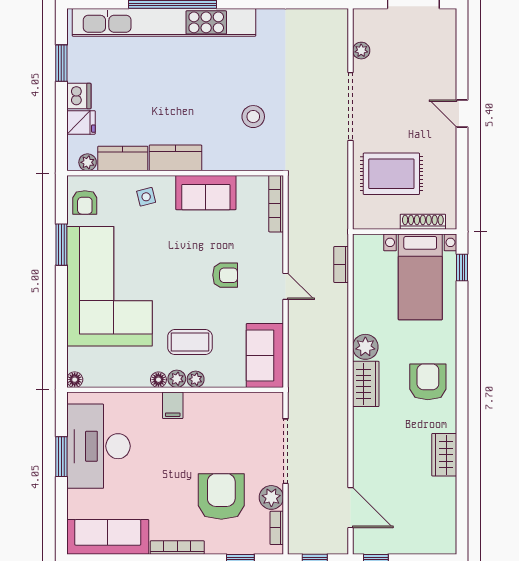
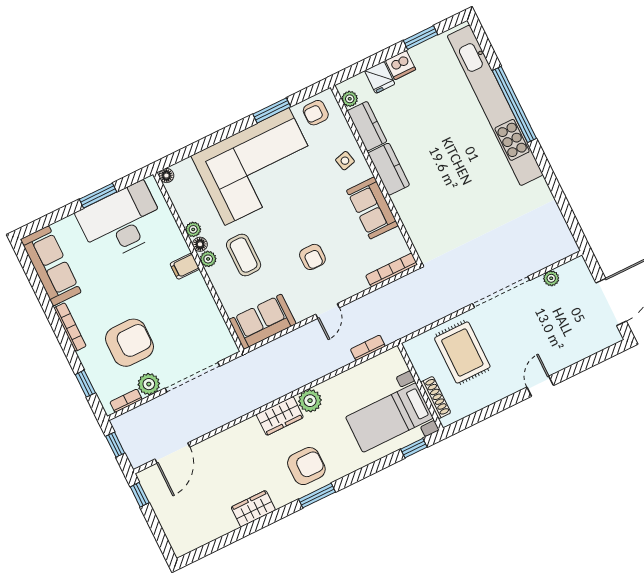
stool: (253, 117) -> (454, 216), removed
plant: (196, 379) -> (193, 229), moved
window: (462, 386) -> (317, 496), added

